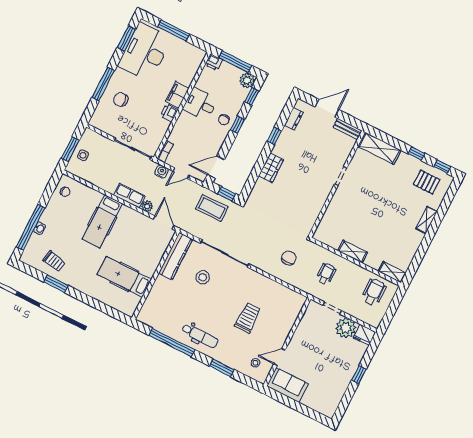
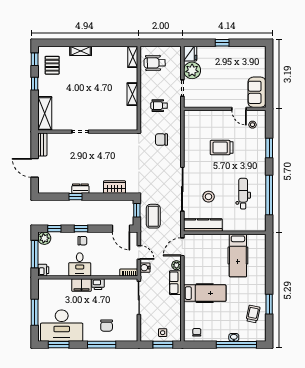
dresser: (294, 119) -> (80, 189), moved
wardrobe: (271, 168) -> (115, 187), moved
dental chair: (200, 336) -> (243, 194), moved

